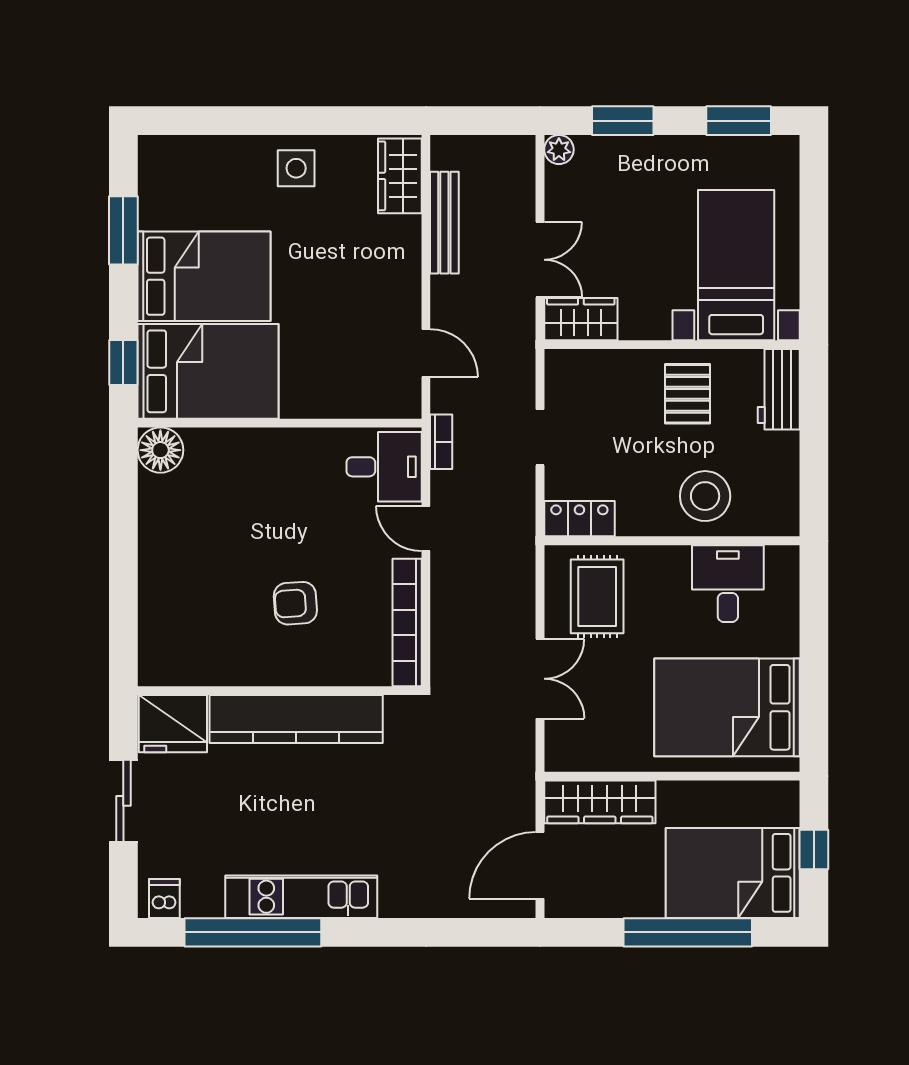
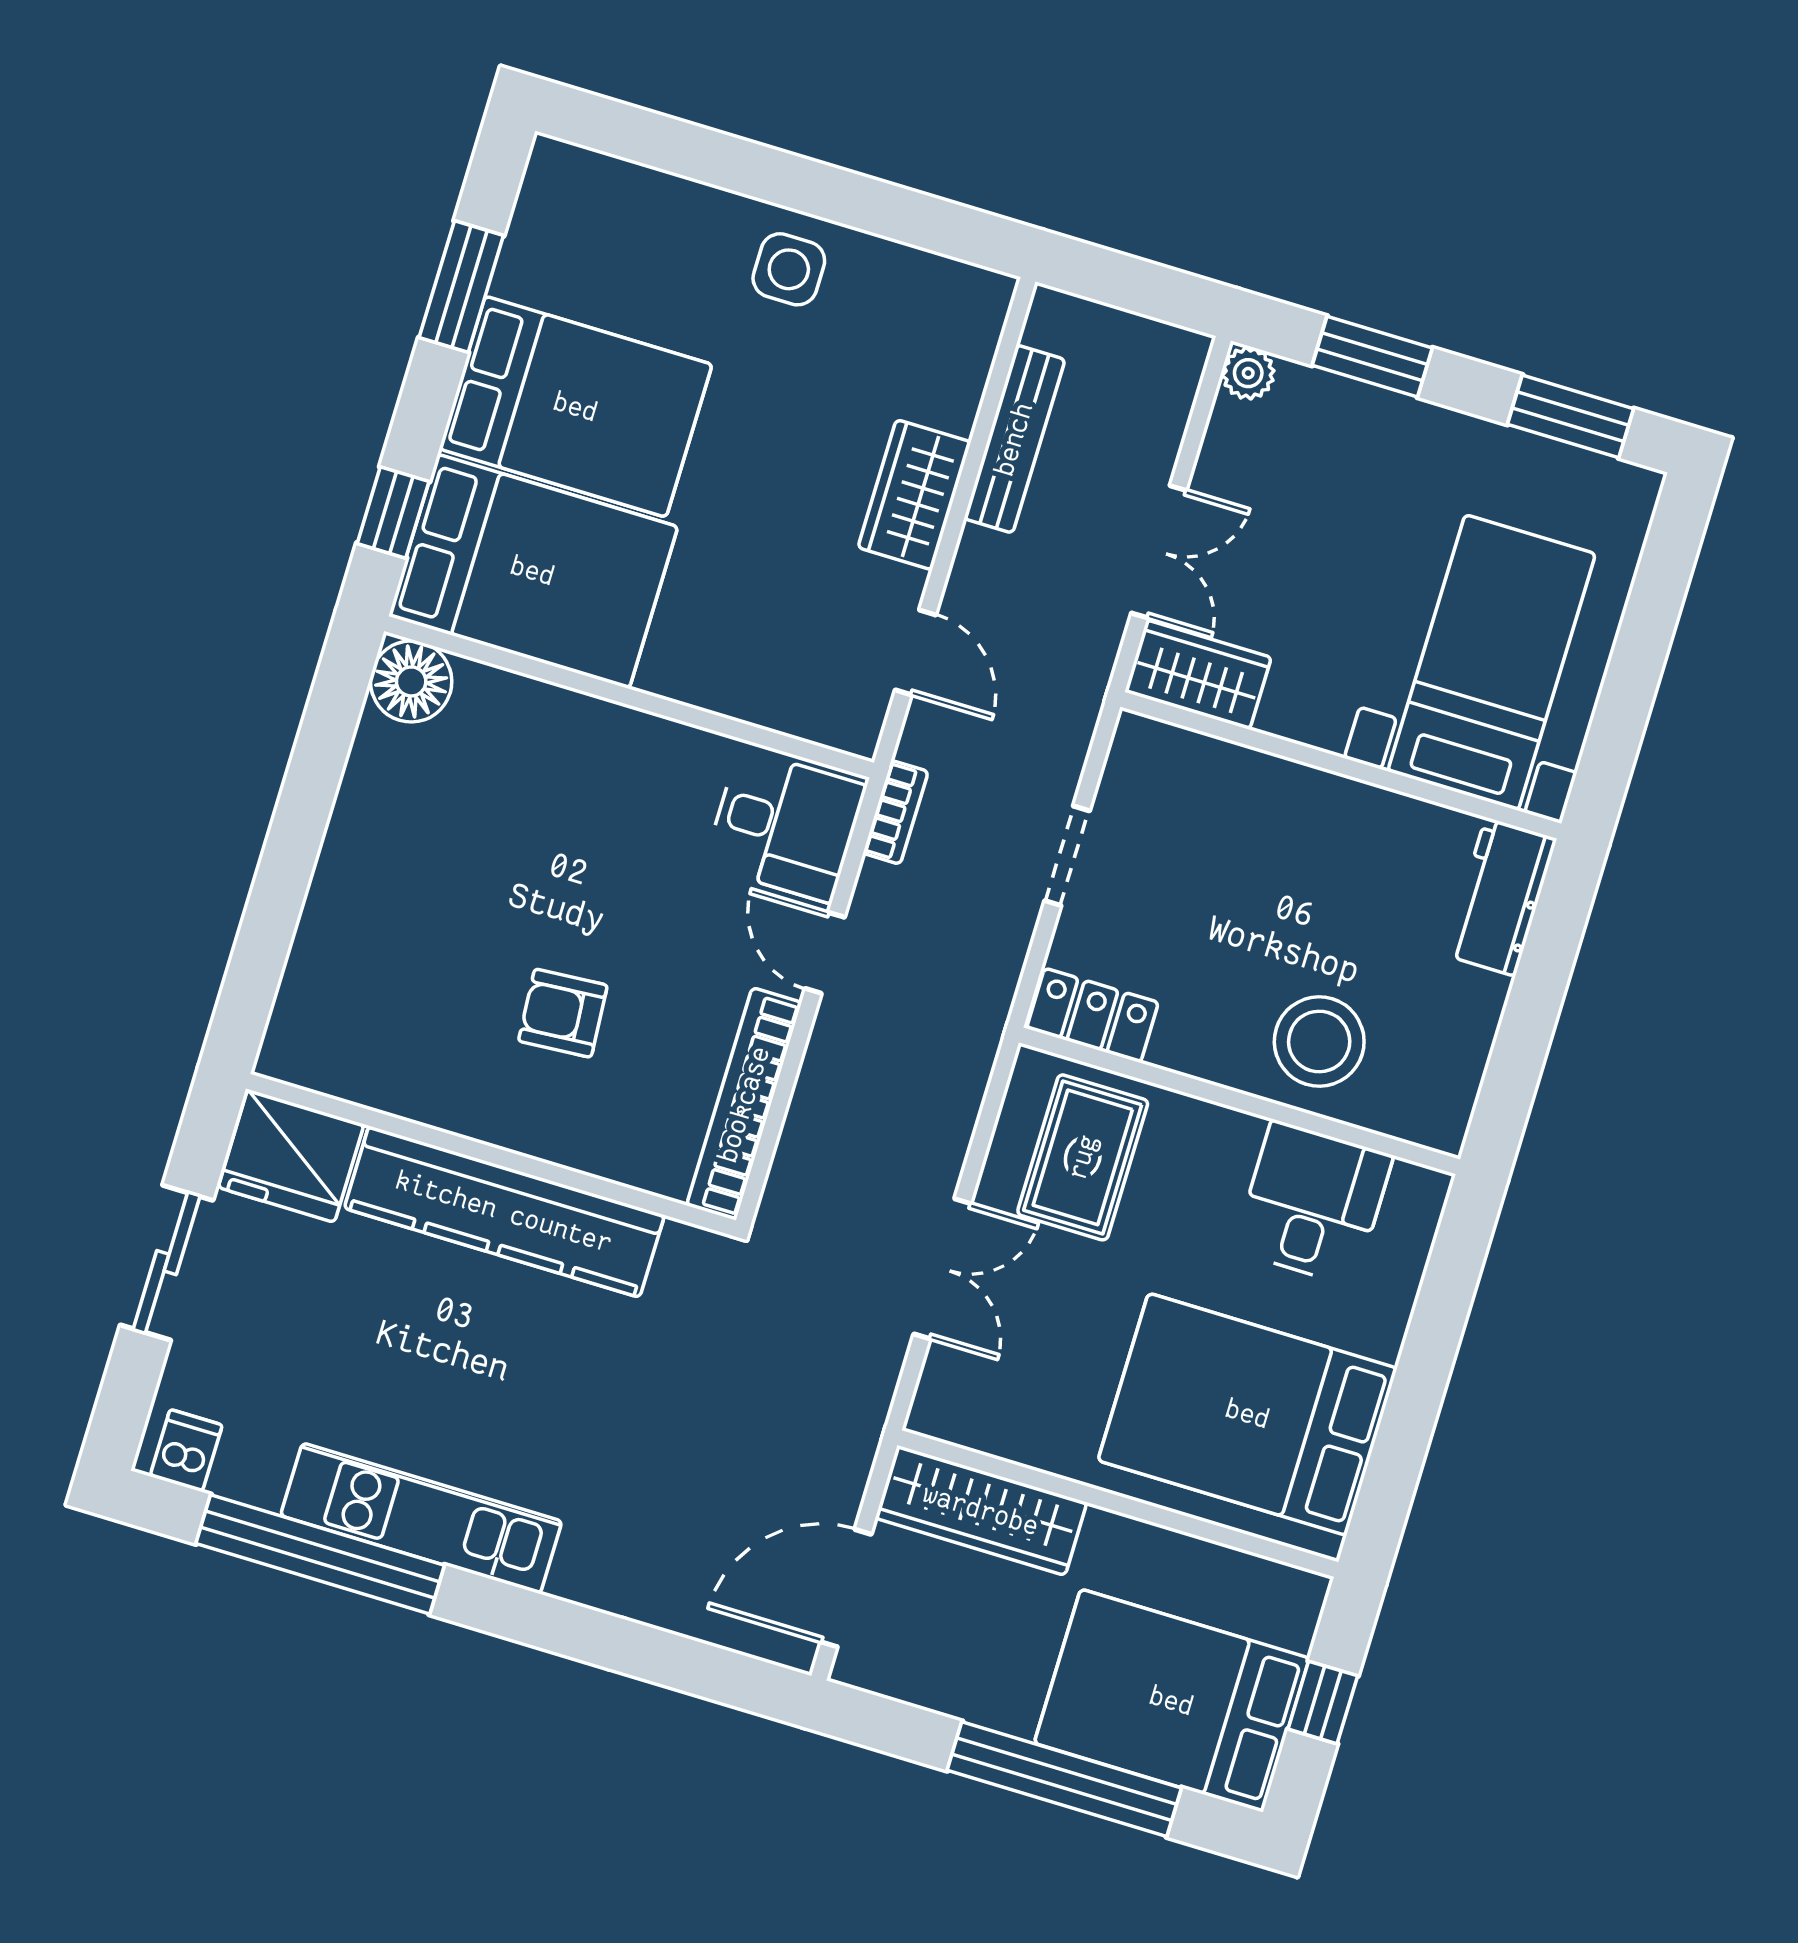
wardrobe: (400, 176) -> (914, 495), moved
pallet: (687, 394) -> (1342, 857), removed

